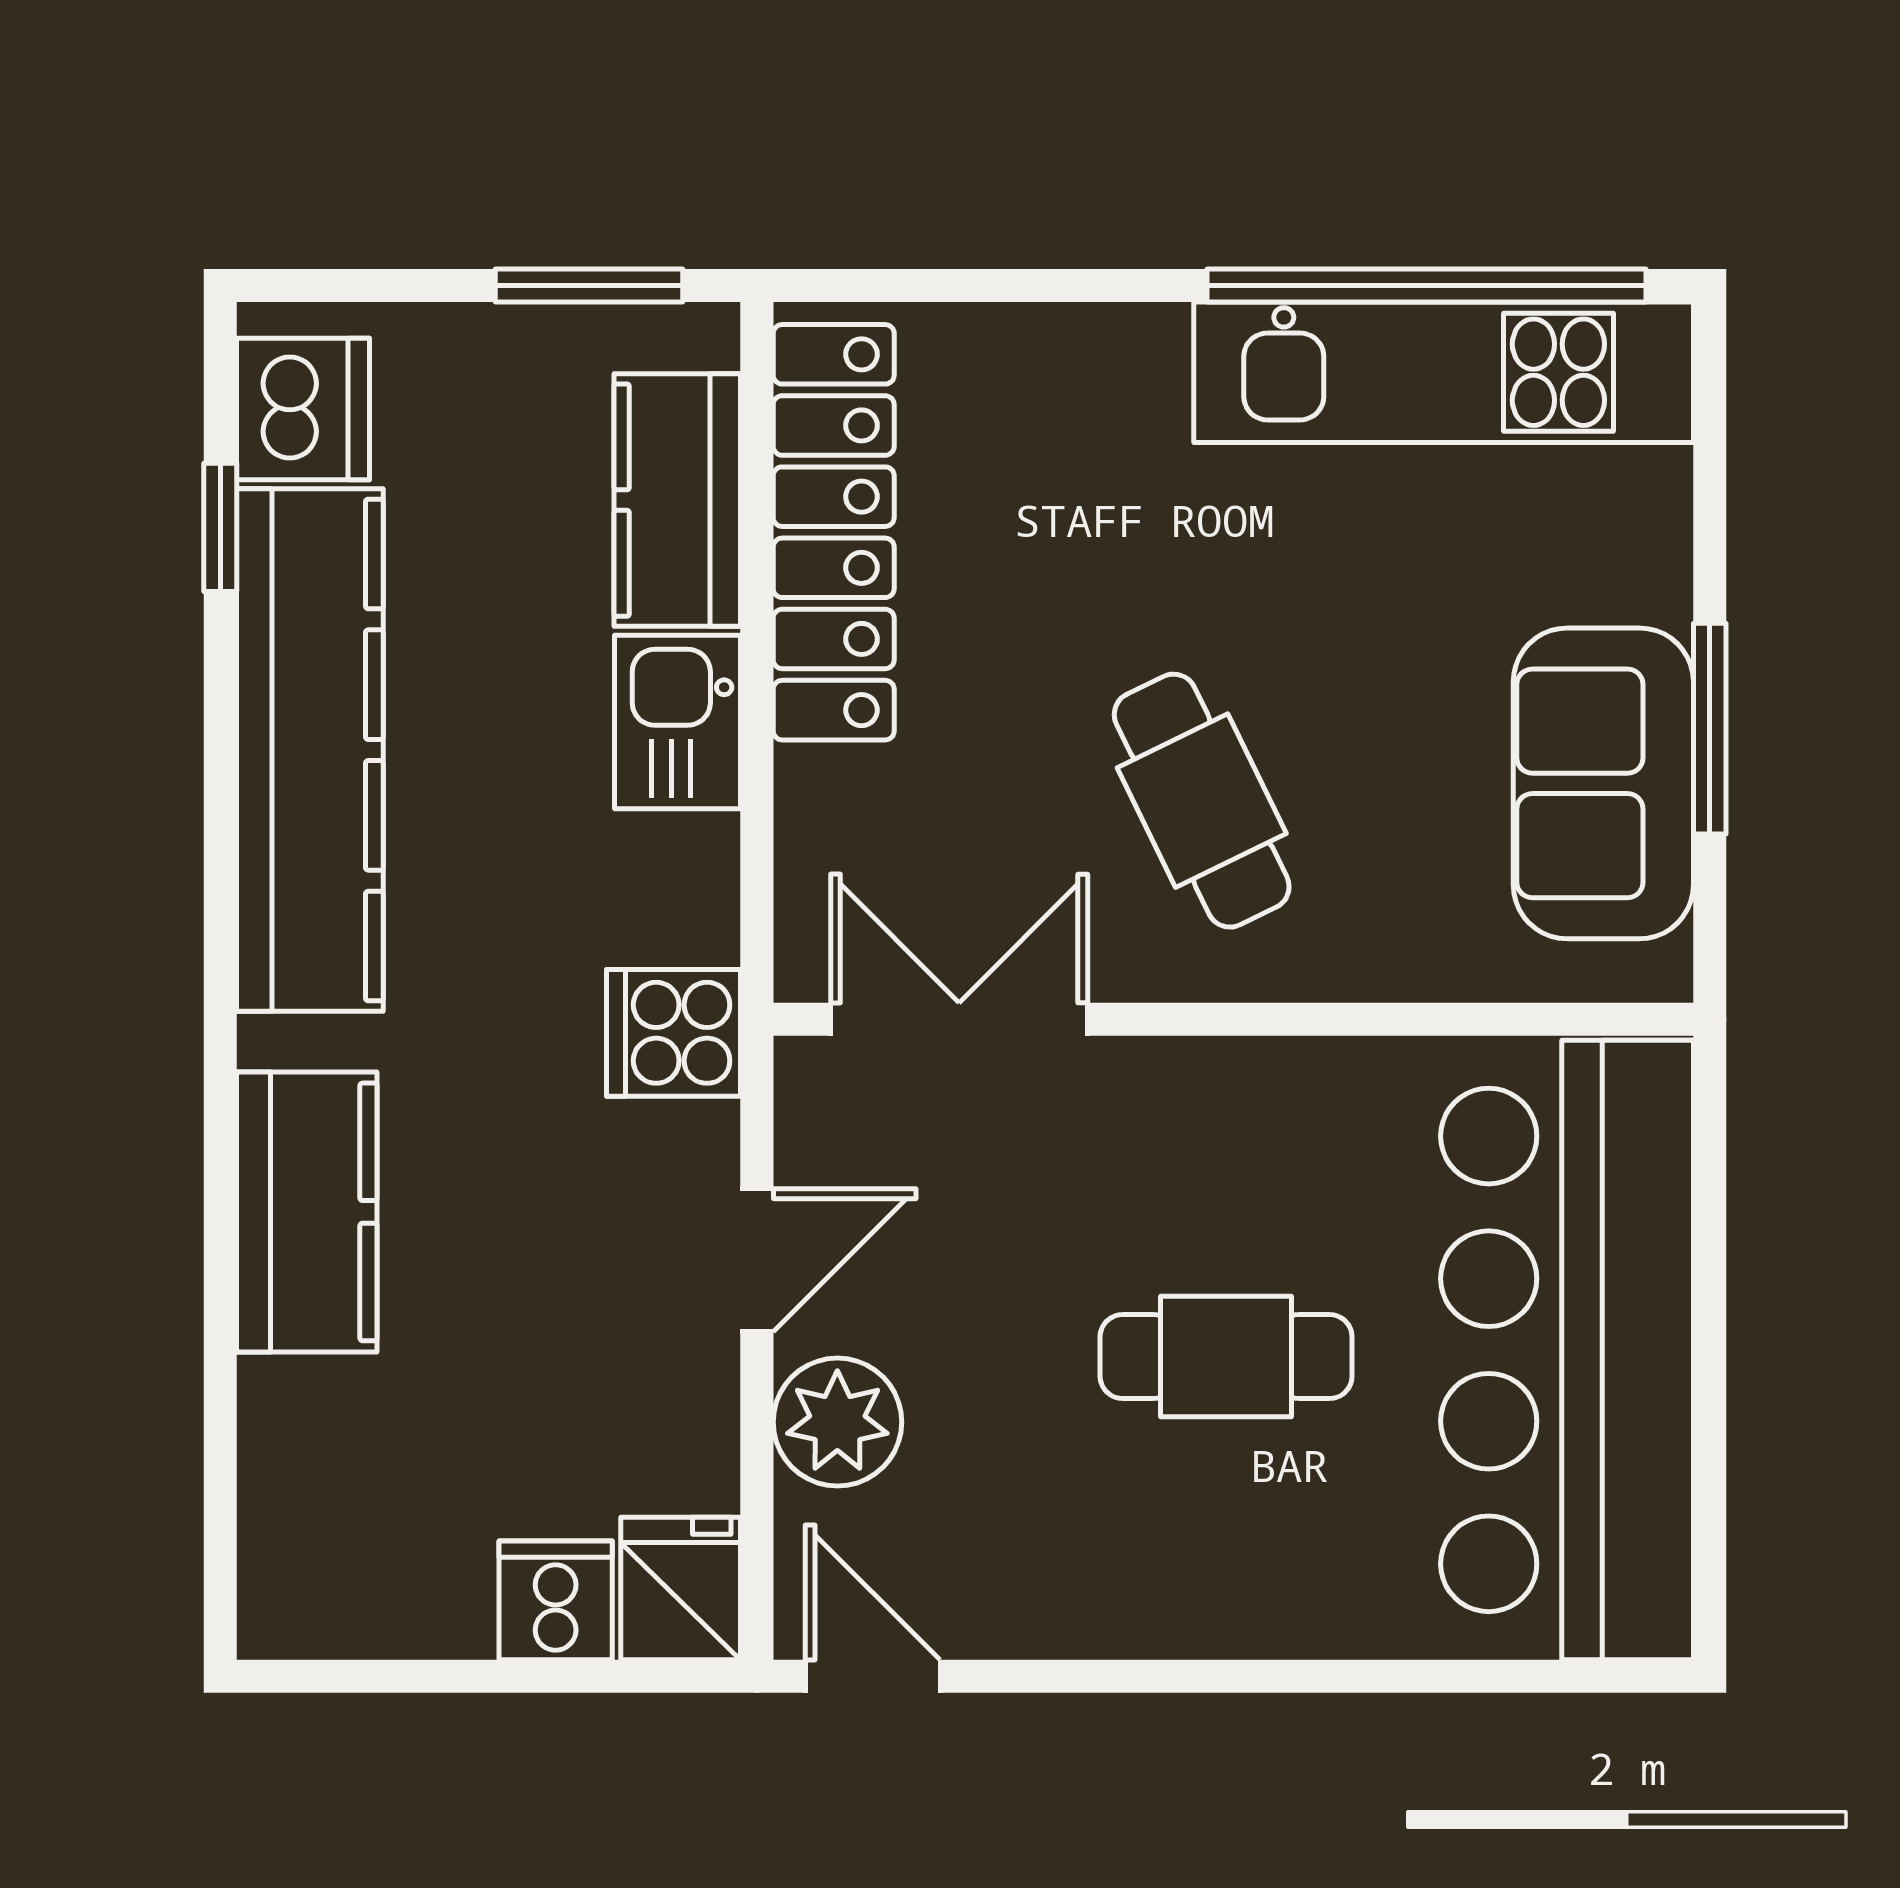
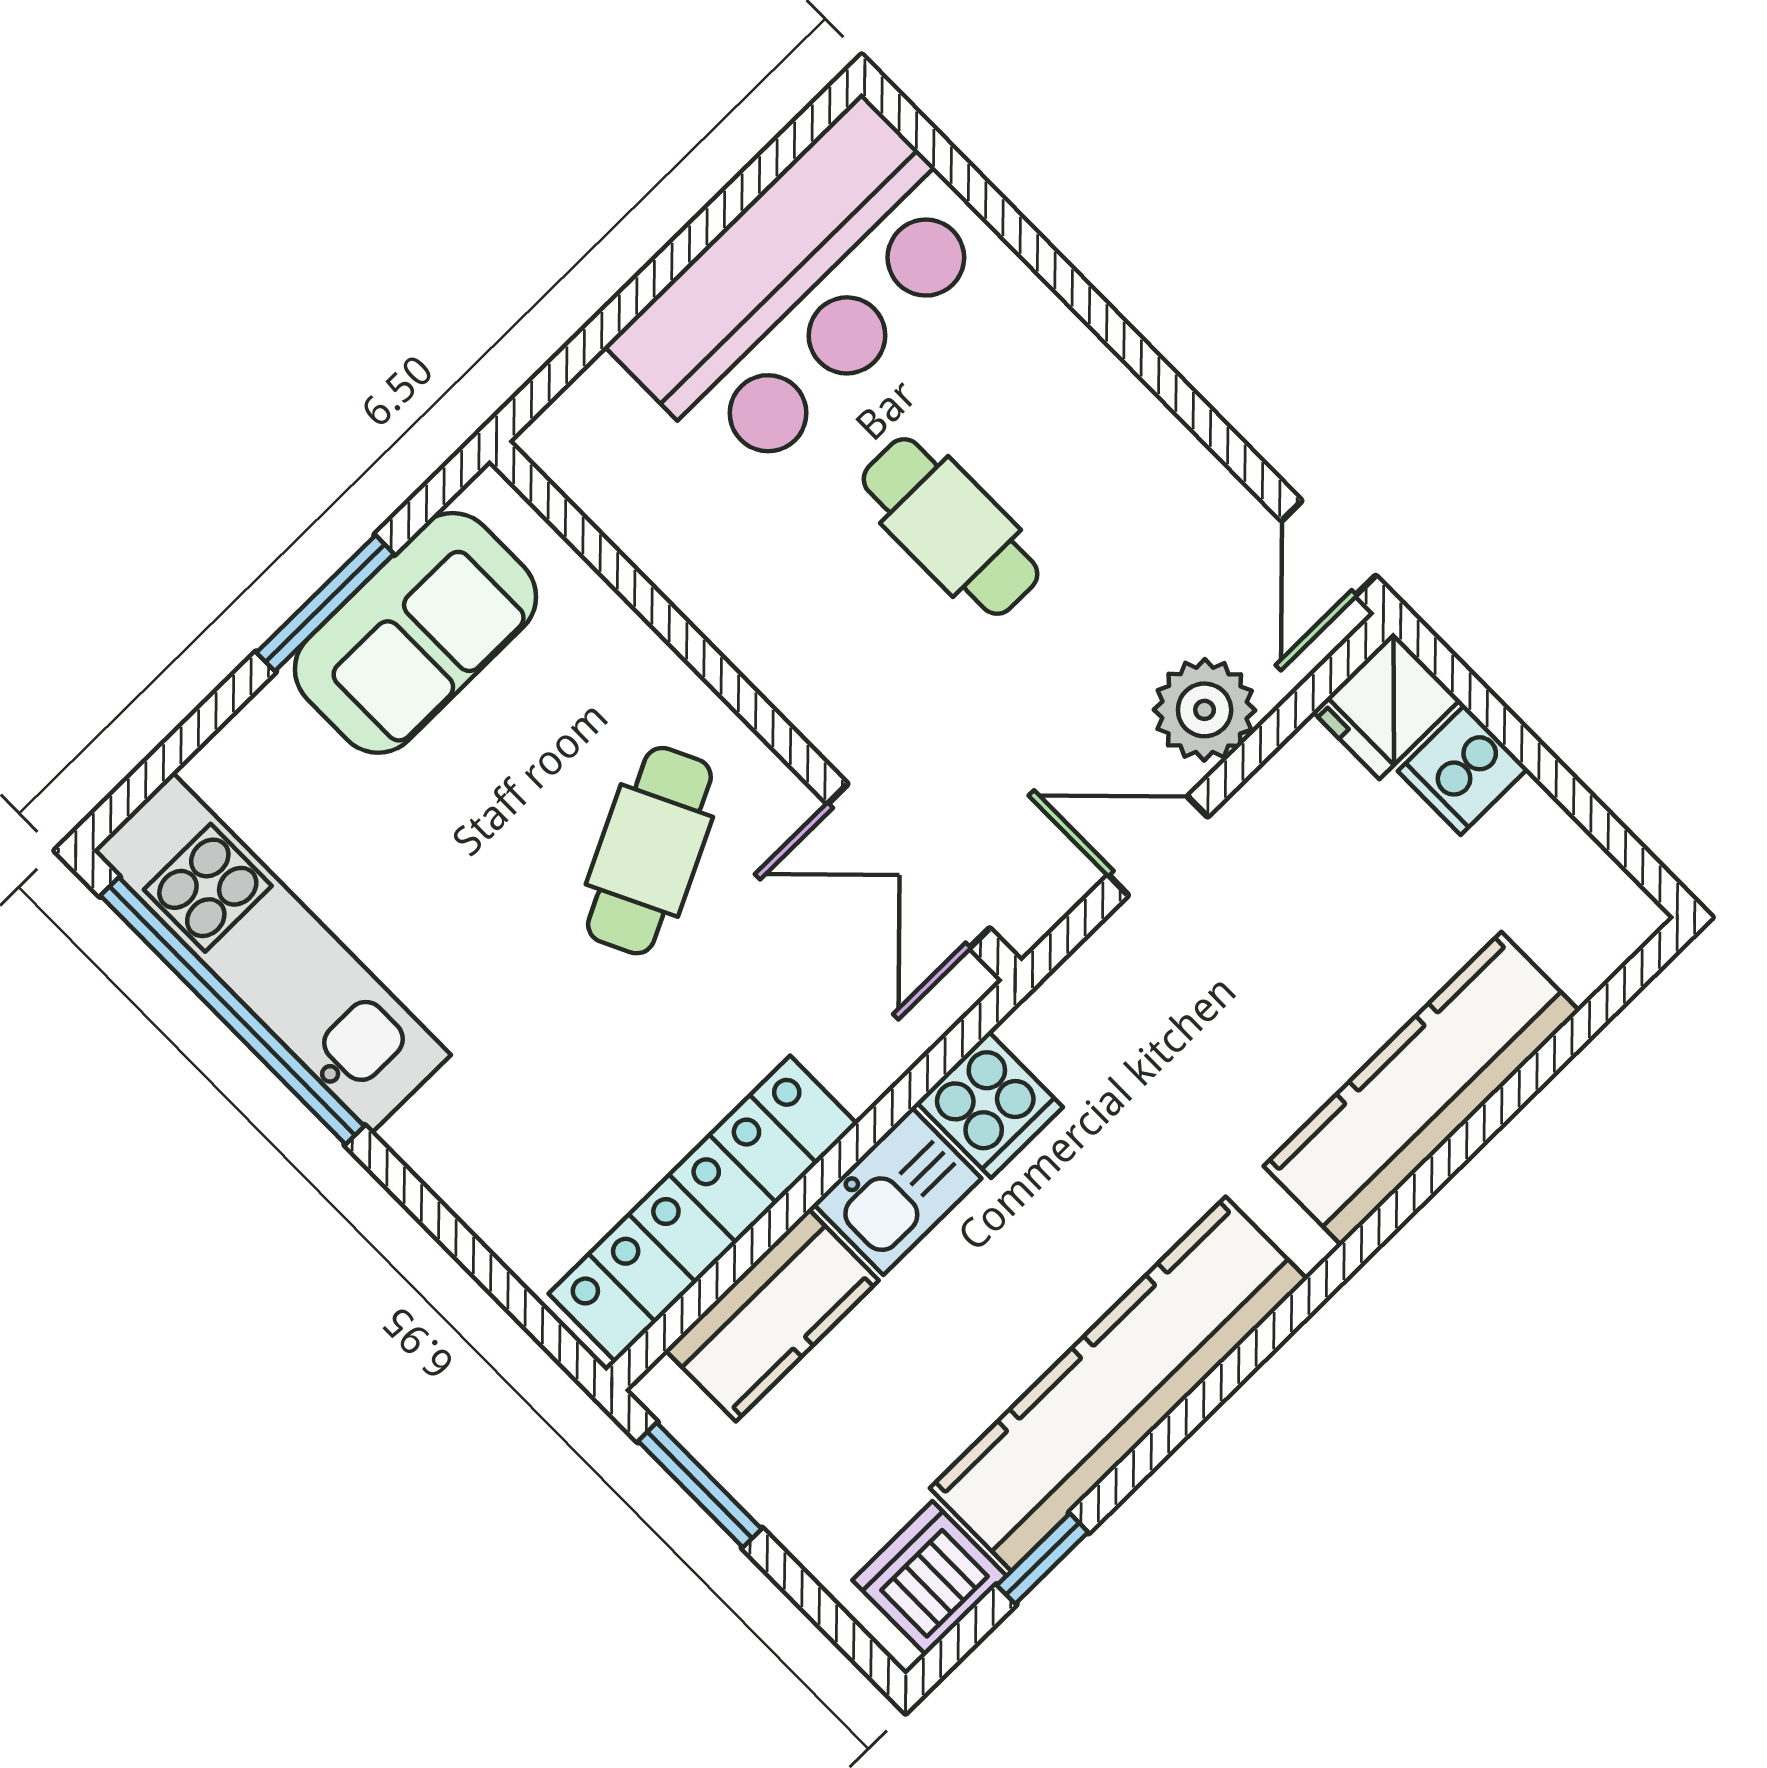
cooker: (674, 1033) -> (990, 1105), moved
kitchen counter: (307, 1212) -> (1421, 1089), width x1.50
bar counter: (1567, 1350) -> (803, 291), width x0.73

